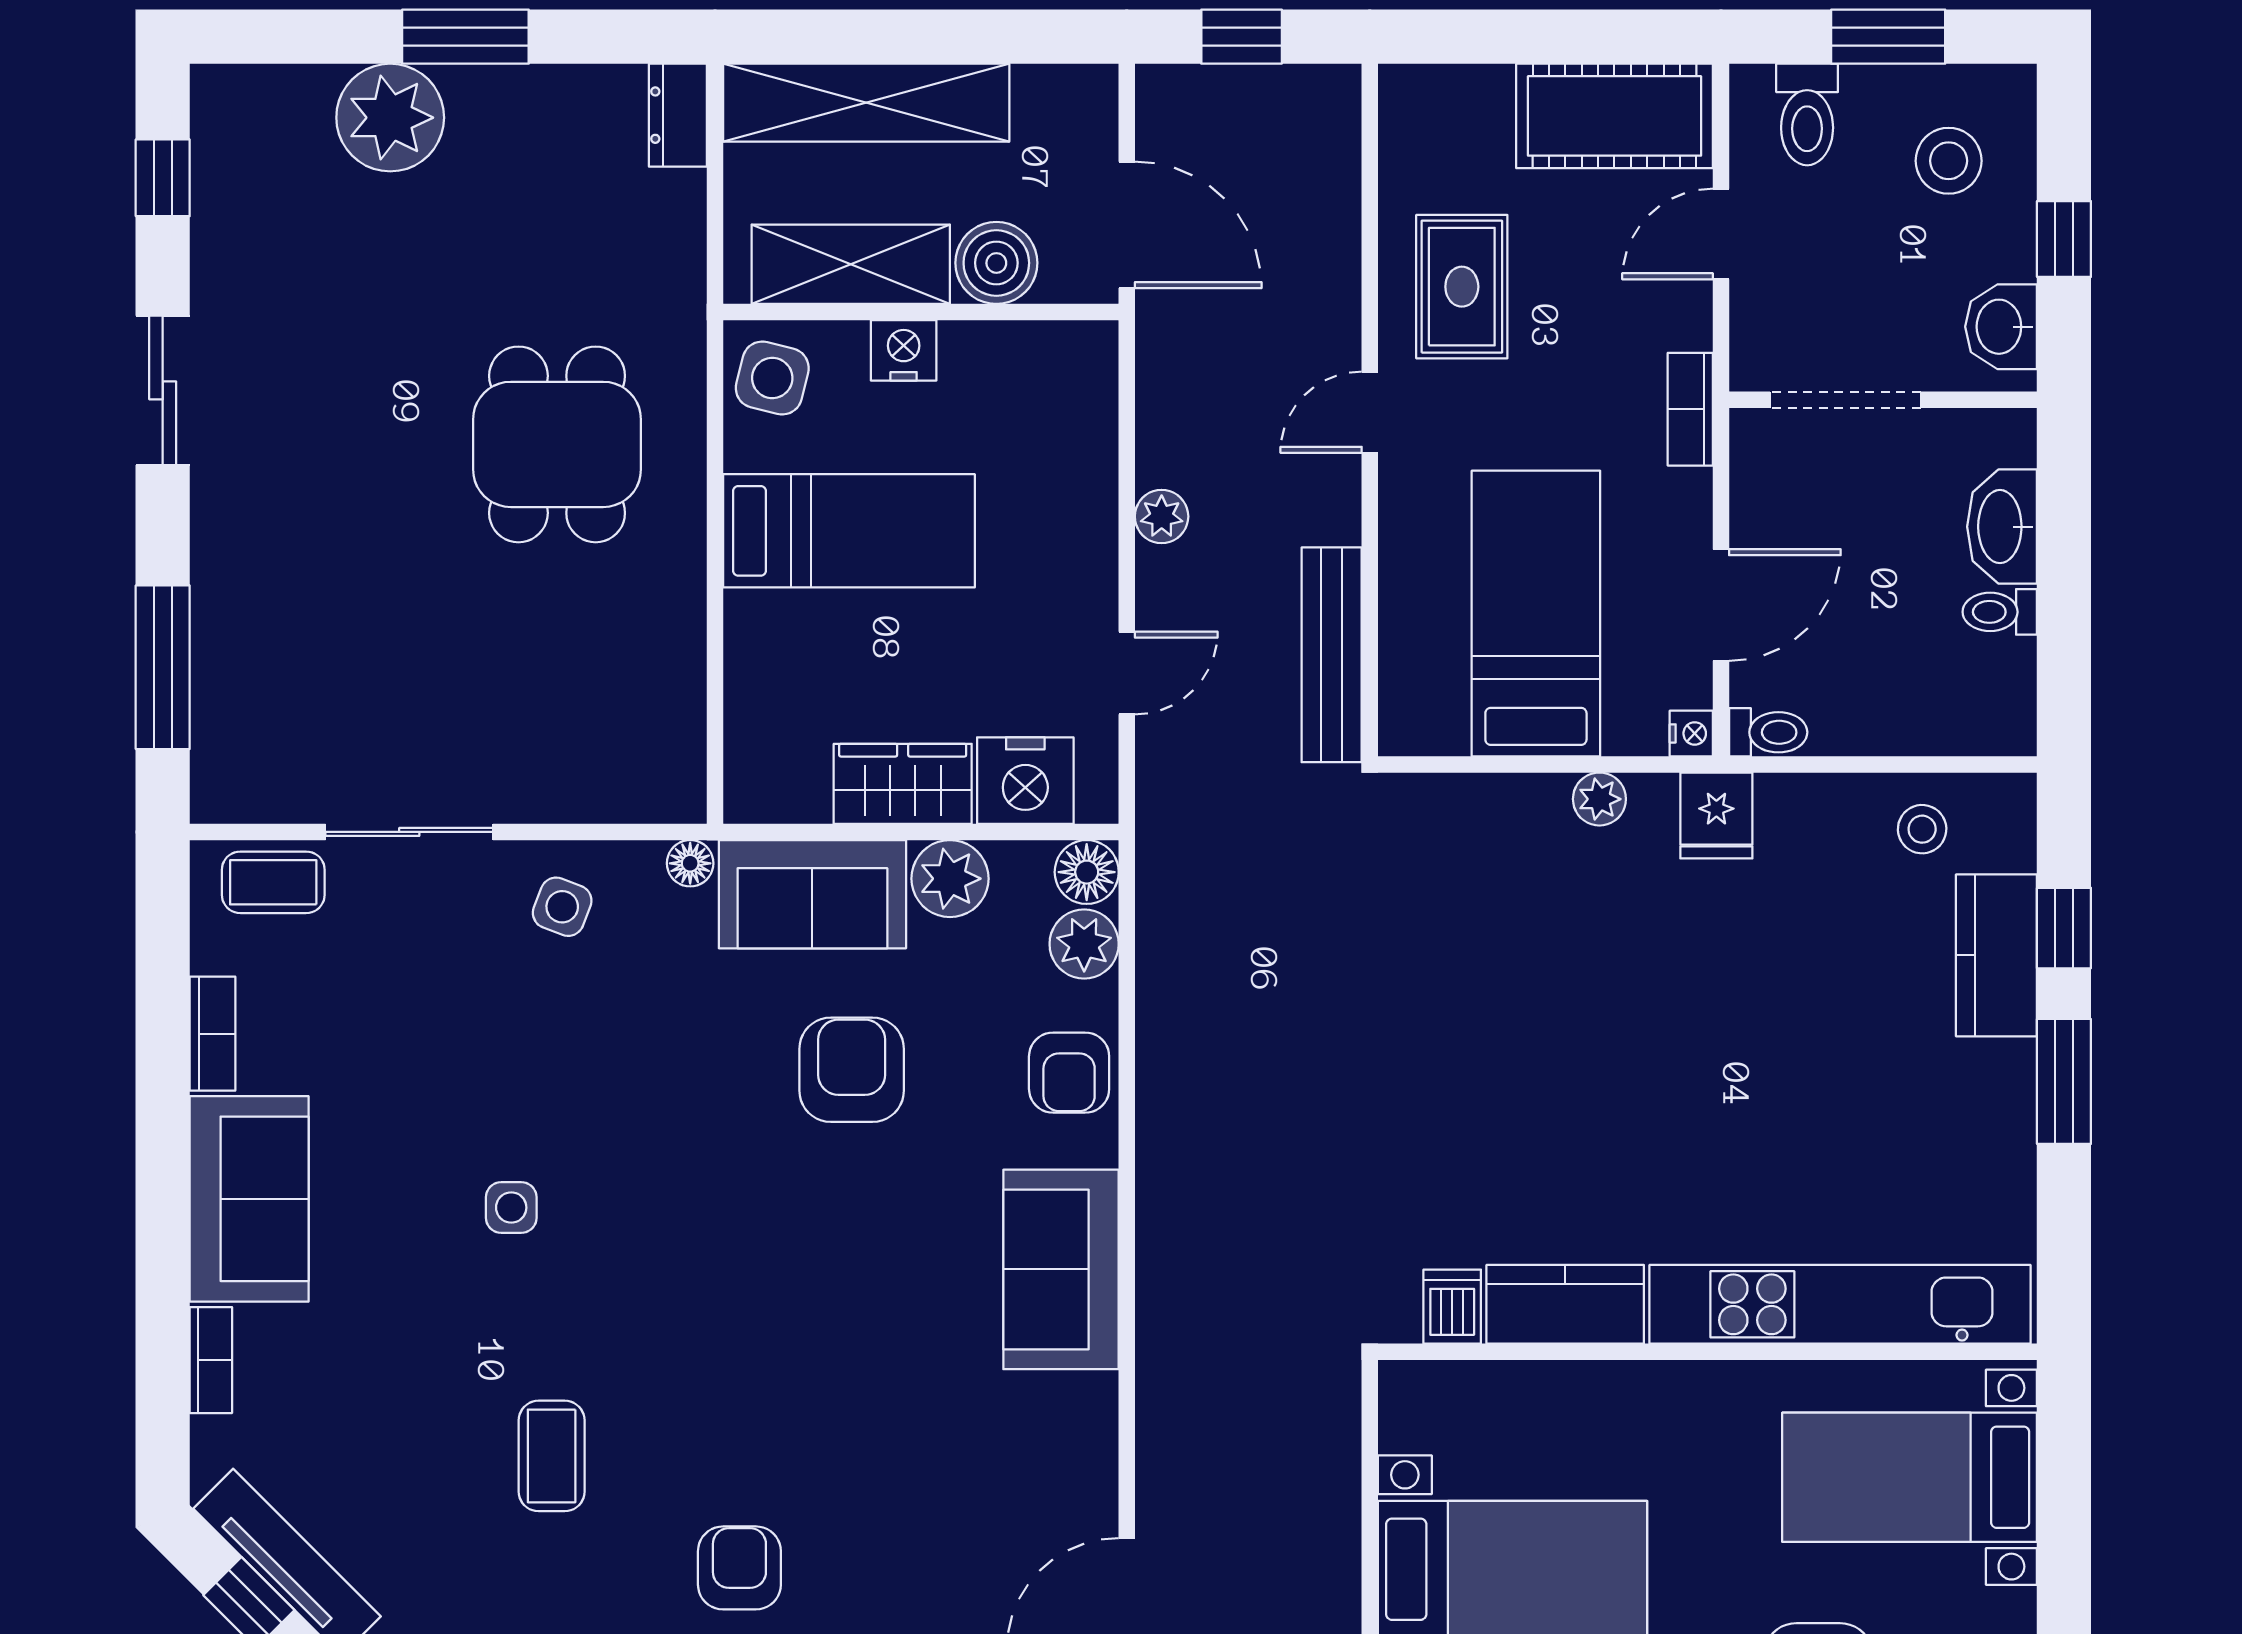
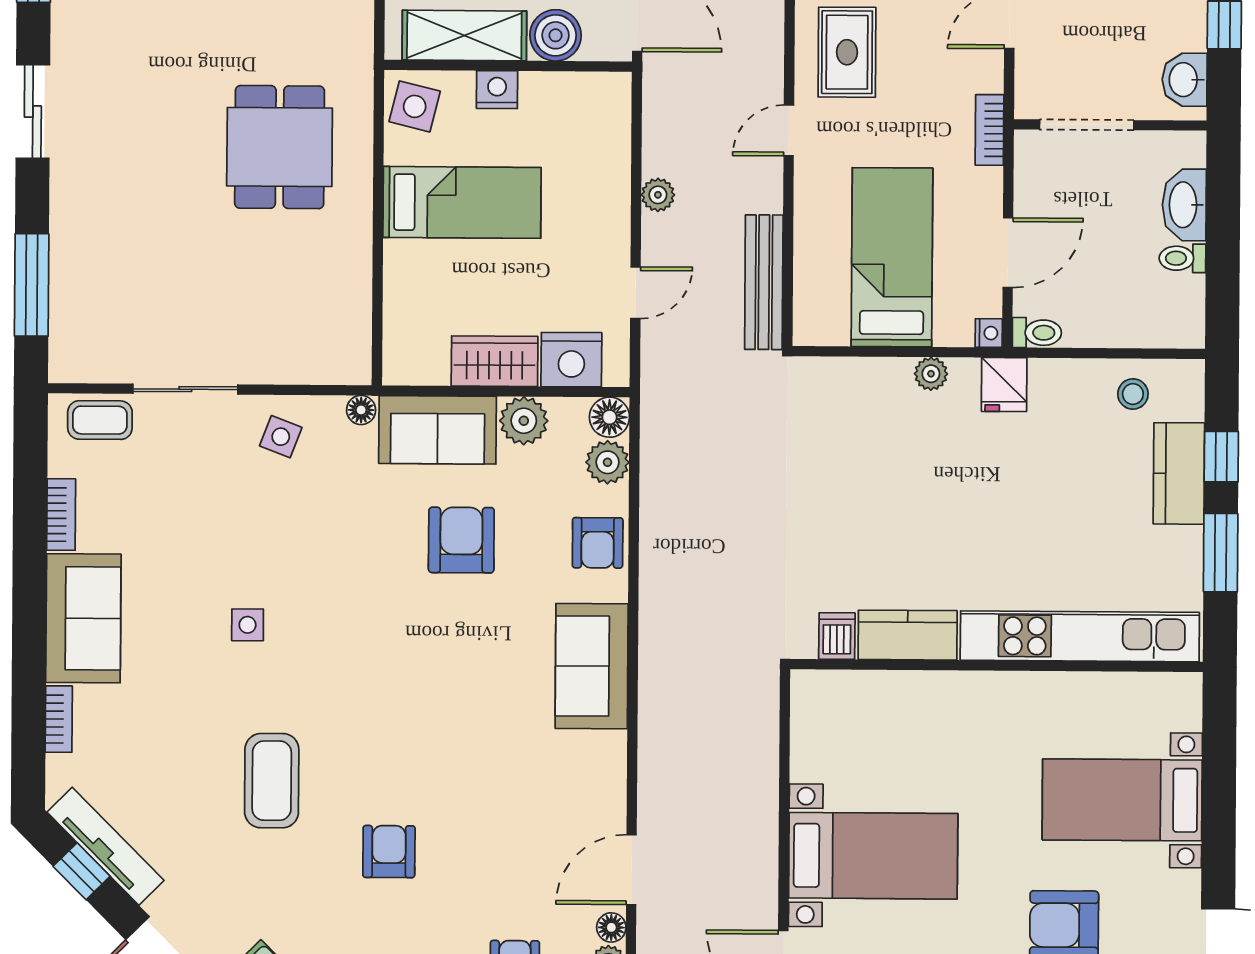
kitchen counter: (1565, 1304) -> (908, 635), moved
kitchen unit: (1840, 1304) -> (1080, 636), moved
dishwasher: (1452, 1307) -> (837, 636), moved
wall: (1707, 1352) -> (997, 665), moved
coffee table: (552, 1456) -> (272, 781), width x1.36, depth x1.30

